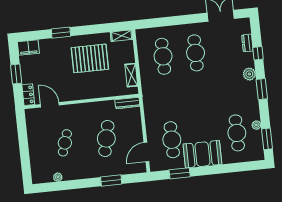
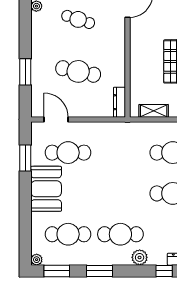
window: (262, 89) -> (100, 271), moved
cafe table: (232, 91) -> (120, 234), added
plant: (256, 125) -> (37, 260), moved

